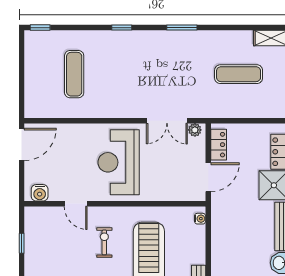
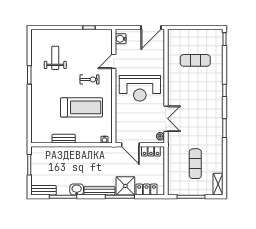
double door: (167, 121) -> (166, 119), swing flipped
door: (22, 144) -> (151, 27), hinge flipped
reception desk: (119, 162) -> (140, 88), turned 180

